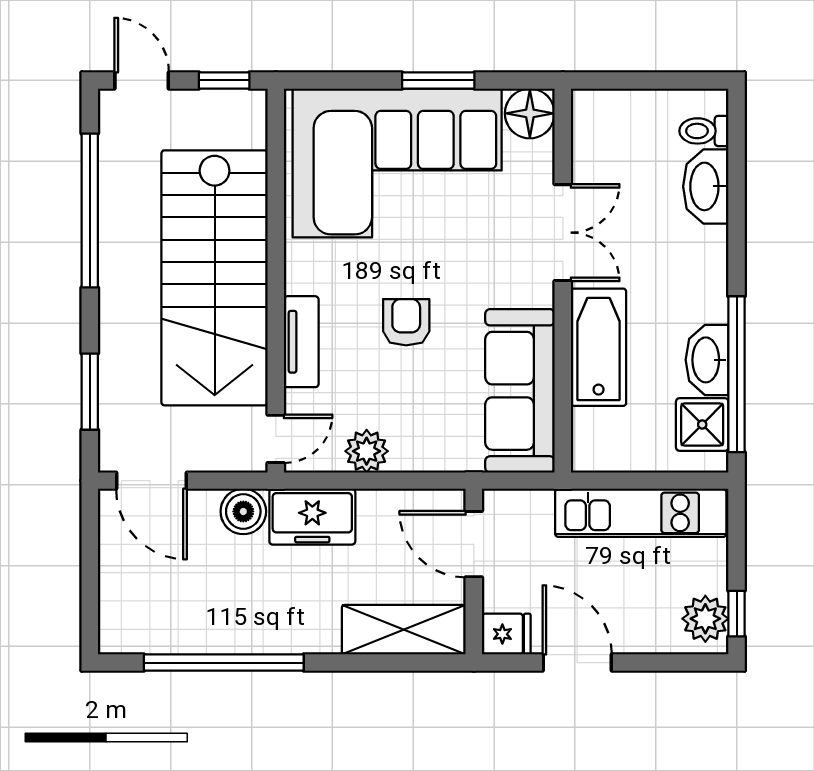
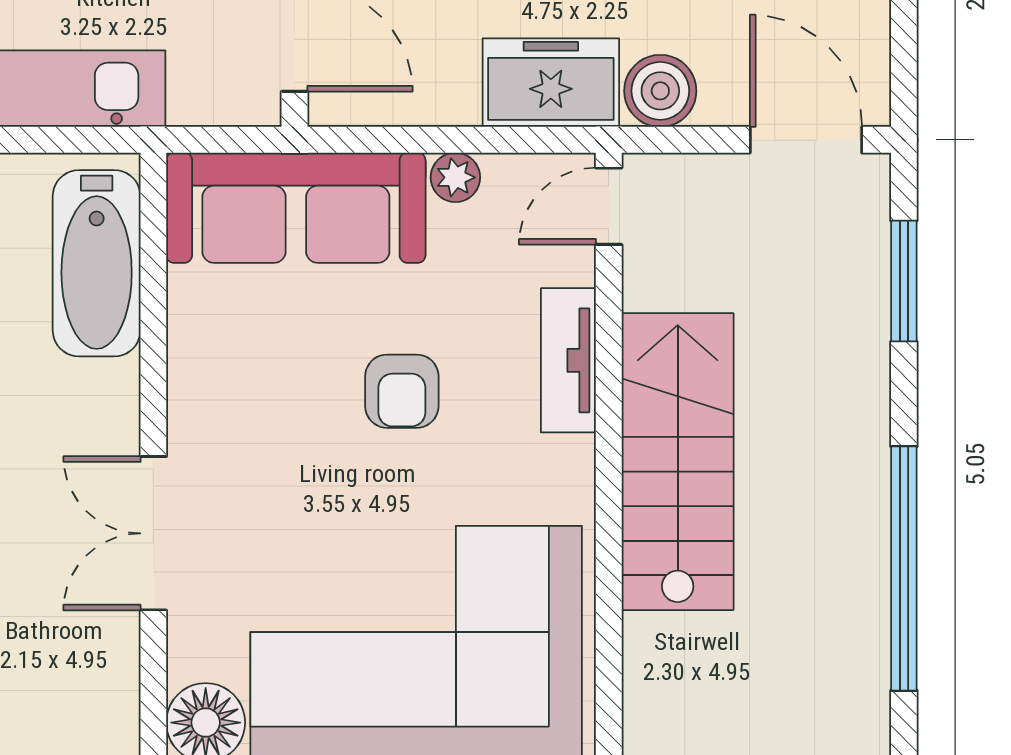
stairs: (215, 278) -> (678, 462), width x0.73, depth x0.66
bathtub: (599, 347) -> (97, 263), moved
sofa: (520, 391) -> (296, 208), moved, turned 90
plant: (367, 451) -> (455, 177), width x0.73, depth x0.73

